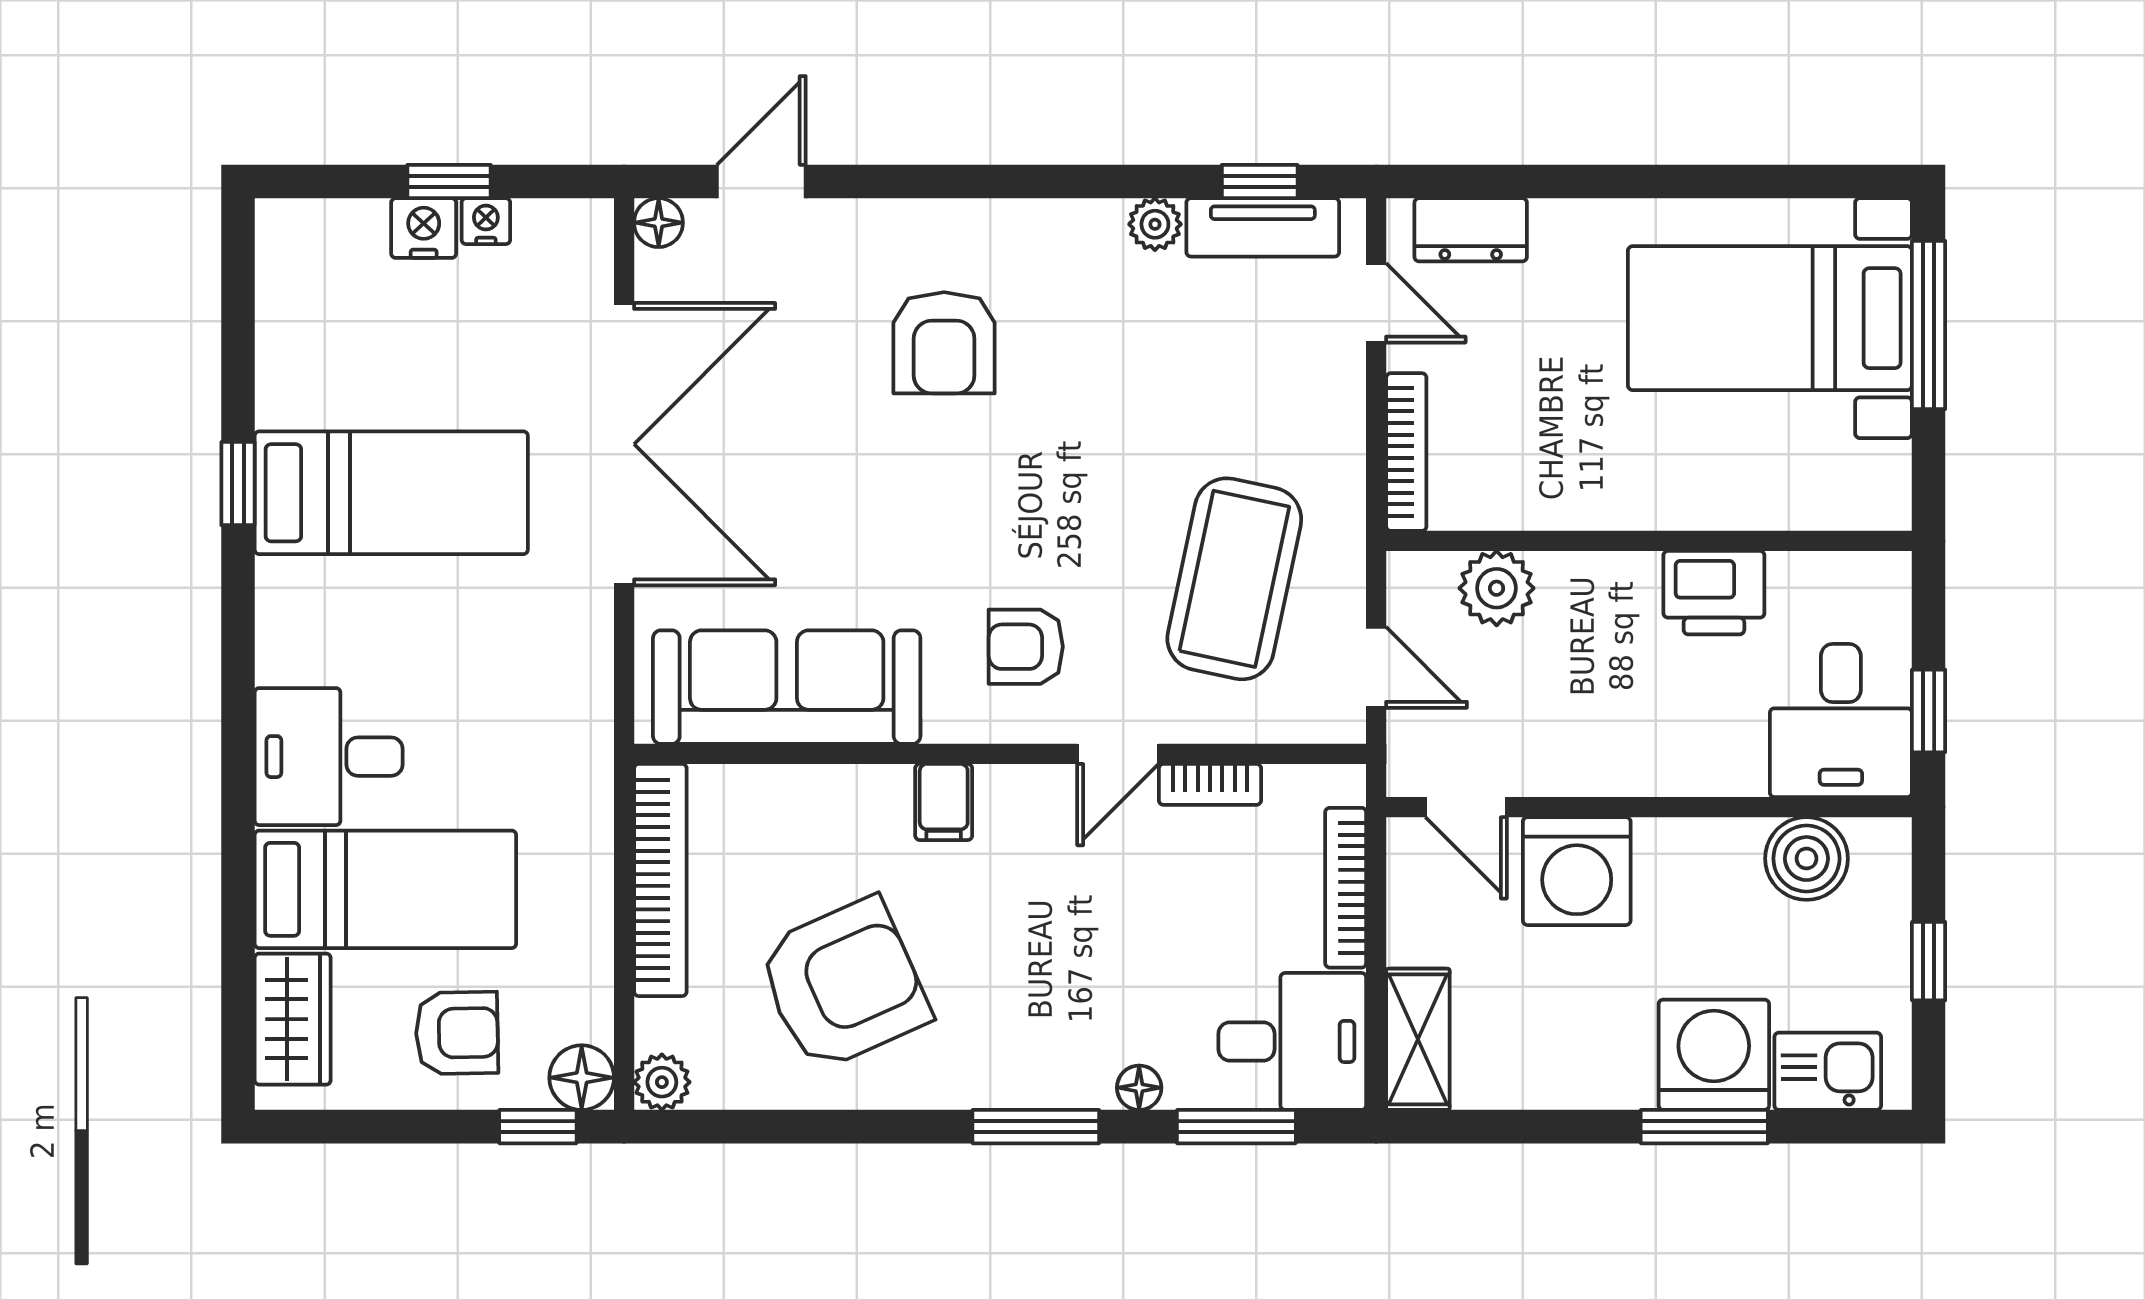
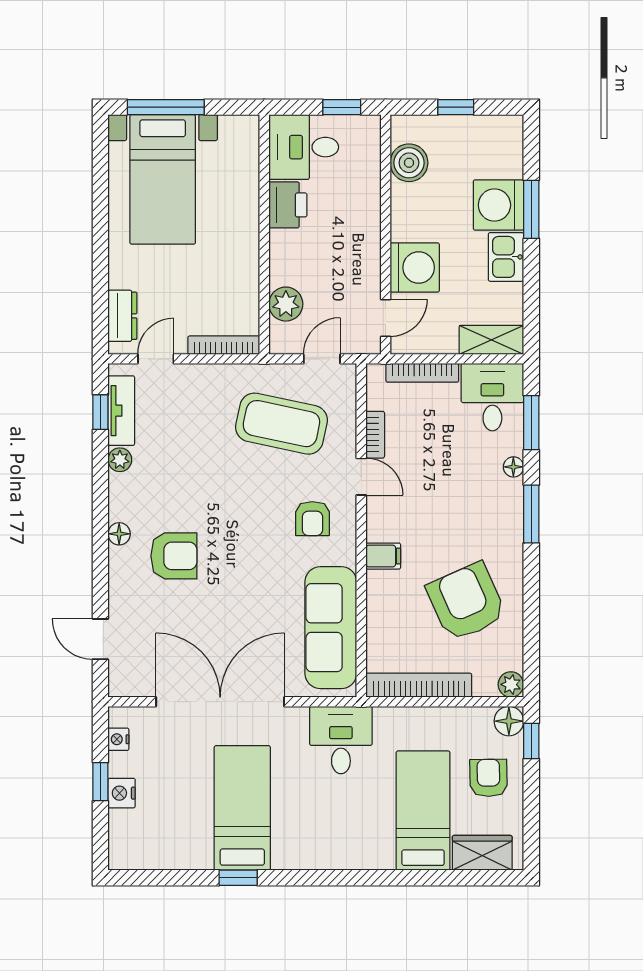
nightstand: (486, 221) -> (118, 739), moved
floor lamp: (659, 223) -> (119, 534), moved
desk: (1841, 721) -> (304, 147), moved, turned 180
desk: (329, 757) -> (341, 740), moved, turned 180
kitchen sink: (1828, 1071) -> (506, 257), moved

